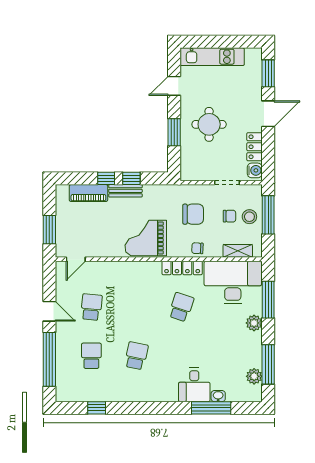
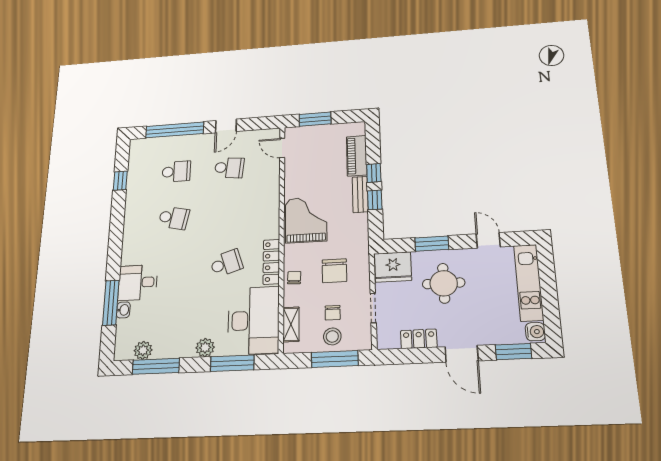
fridge: (193, 165) -> (393, 267), added
water cooler: (255, 170) -> (535, 332), moved, turned -90
school desk: (181, 307) -> (226, 263), turned -36

